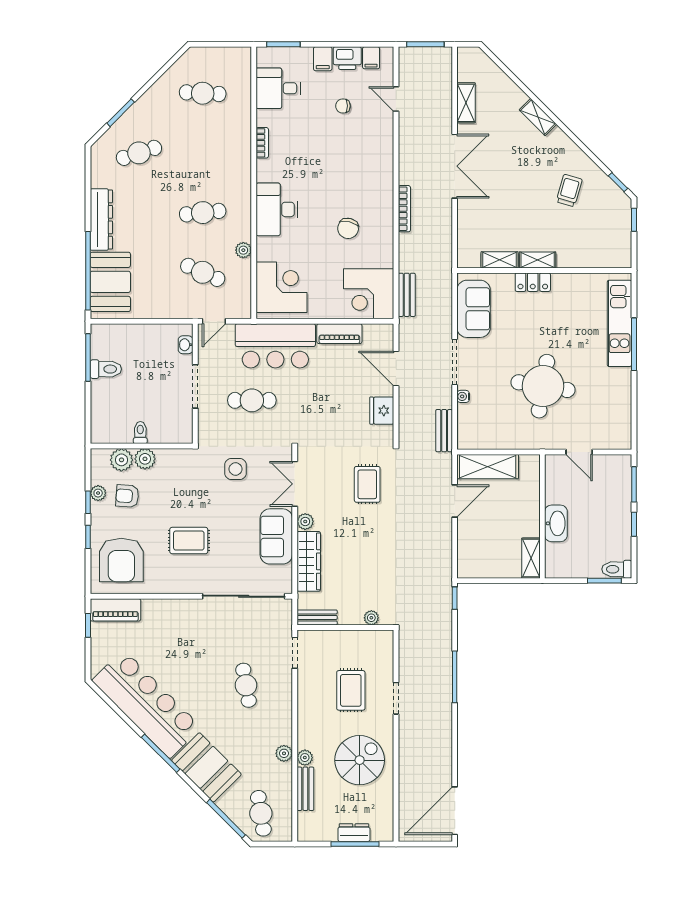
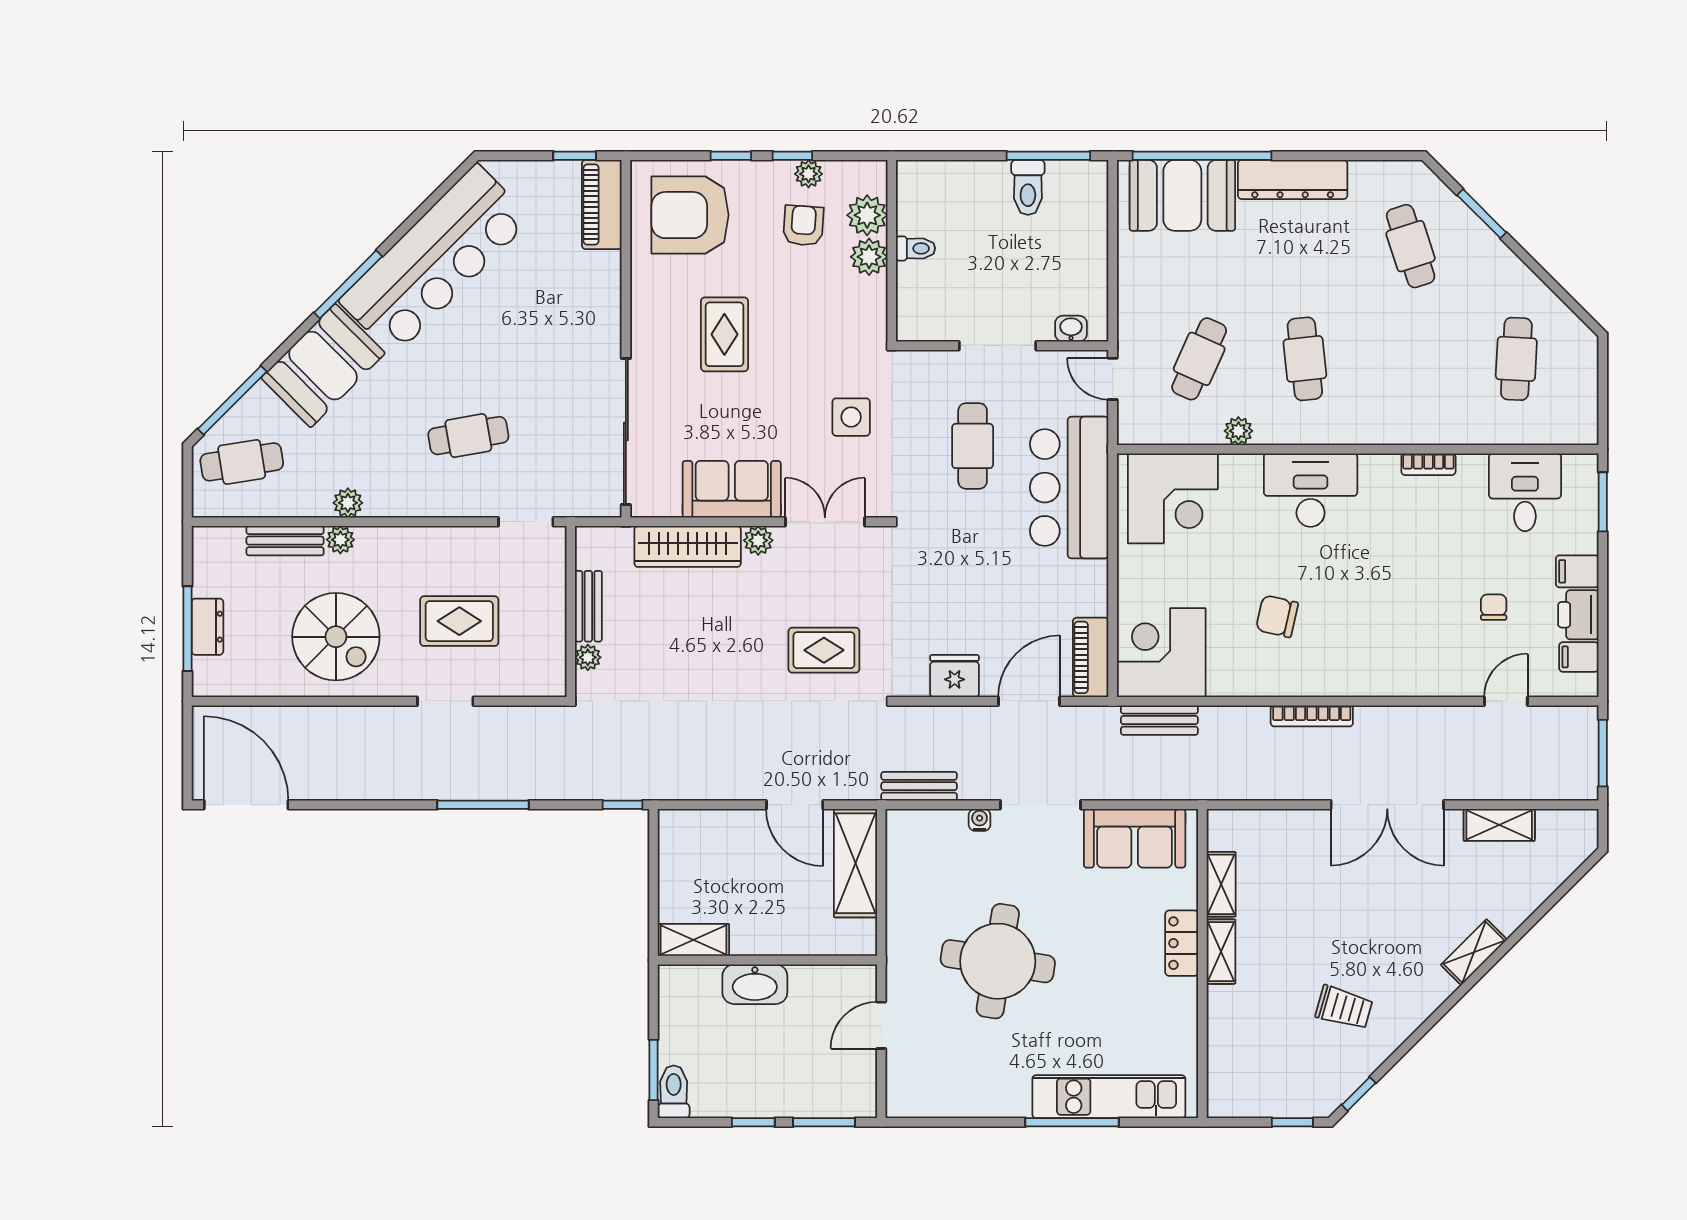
piano: (339, 334) -> (1091, 657), moved
bench: (317, 617) -> (588, 606), moved

